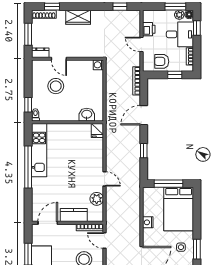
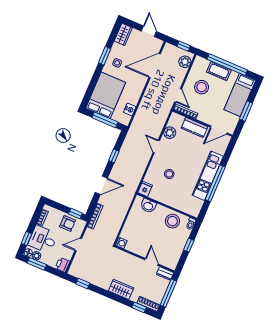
printer: (149, 29) -> (63, 265), moved
window: (28, 34) -> (168, 293), width x1.44
door: (141, 44) -> (78, 245), swing flipped
window: (175, 75) -> (75, 214), moved
stool: (56, 86) -> (172, 221), moved
window: (28, 105) -> (189, 245), moved
kitchen unit: (39, 150) -> (208, 176), moved
stool: (79, 156) -> (169, 174), added
nightstand: (148, 222) -> (130, 109), moved

